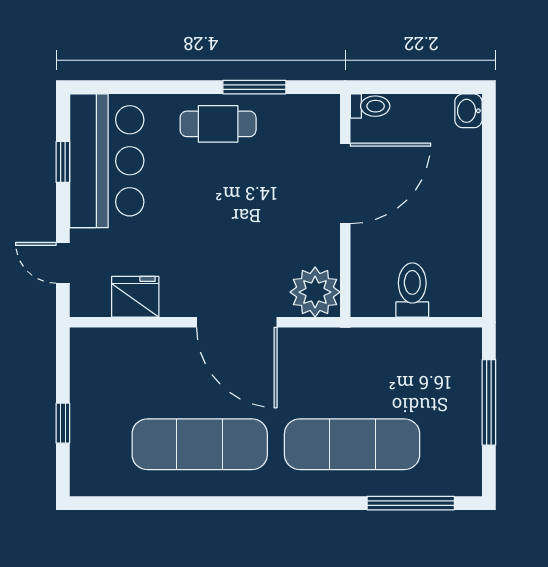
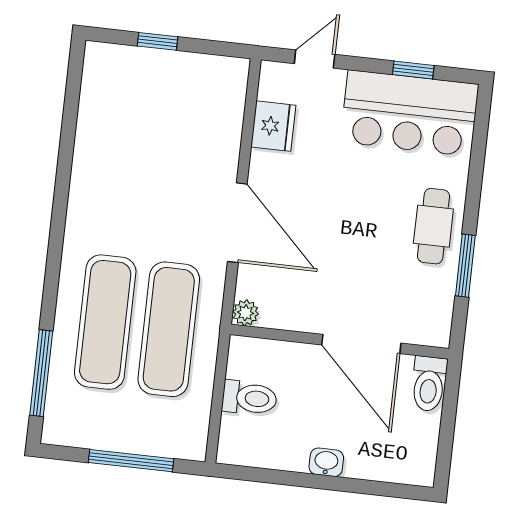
toilet: (370, 106) -> (429, 384), width x1.37, depth x1.39
washbasin: (468, 111) -> (326, 462), moved
plant: (315, 292) -> (246, 313), width x0.53, depth x0.53
door: (237, 322) -> (237, 223), swing flipped
exercise mat: (200, 444) -> (169, 329), moved

